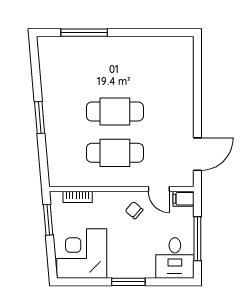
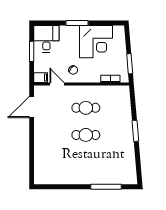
cafe table: (115, 111) -> (86, 135), width x0.73, depth x0.74
cafe table: (115, 153) -> (86, 108), width x0.73, depth x0.74
window: (197, 239) -> (32, 51), width x0.69
corner desk: (82, 253) -> (96, 42), moved

